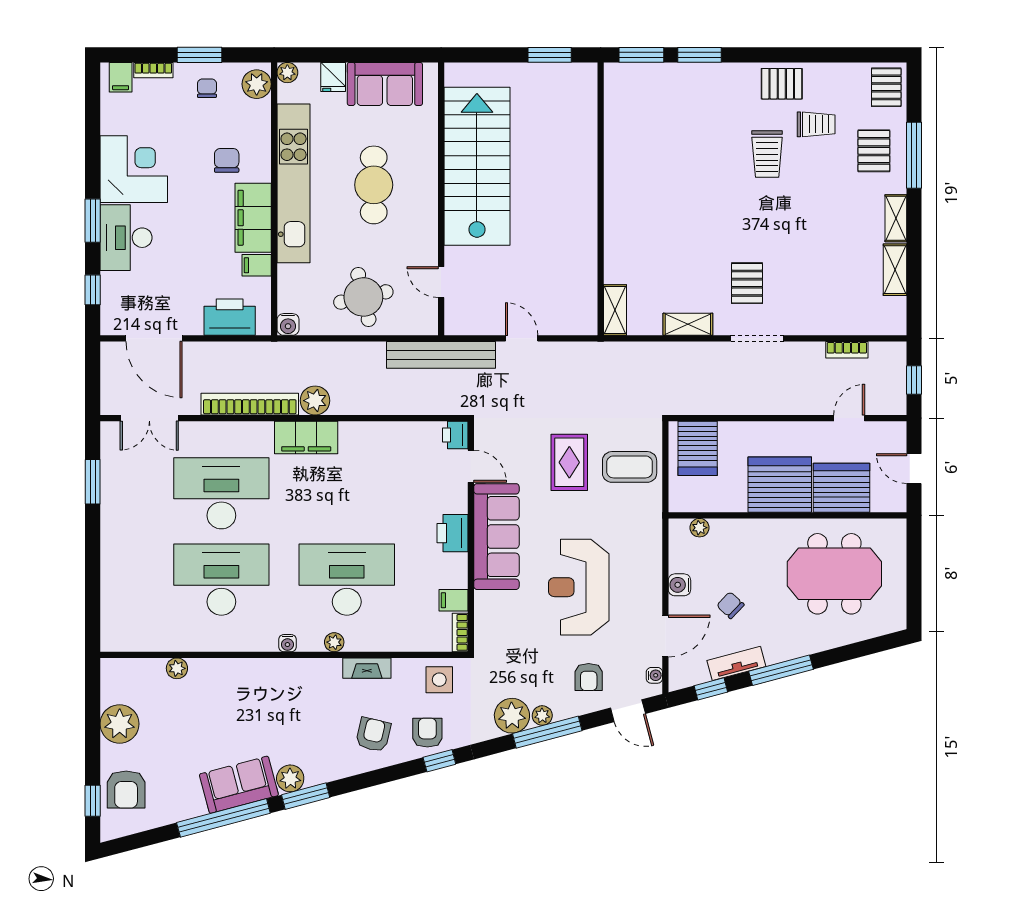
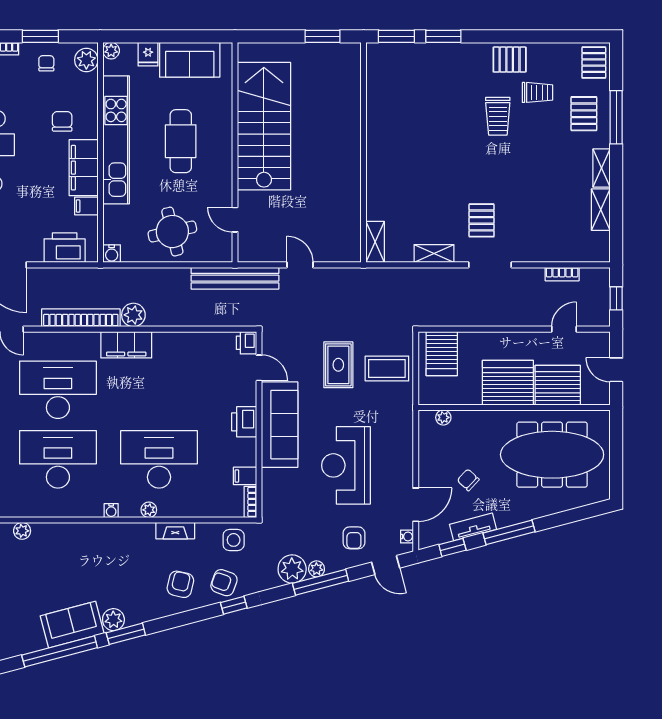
meeting table: (834, 574) -> (552, 455), width x1.36
water cooler: (679, 585) -> (427, 464), removed
armchair: (427, 733) -> (224, 583), turned -70

